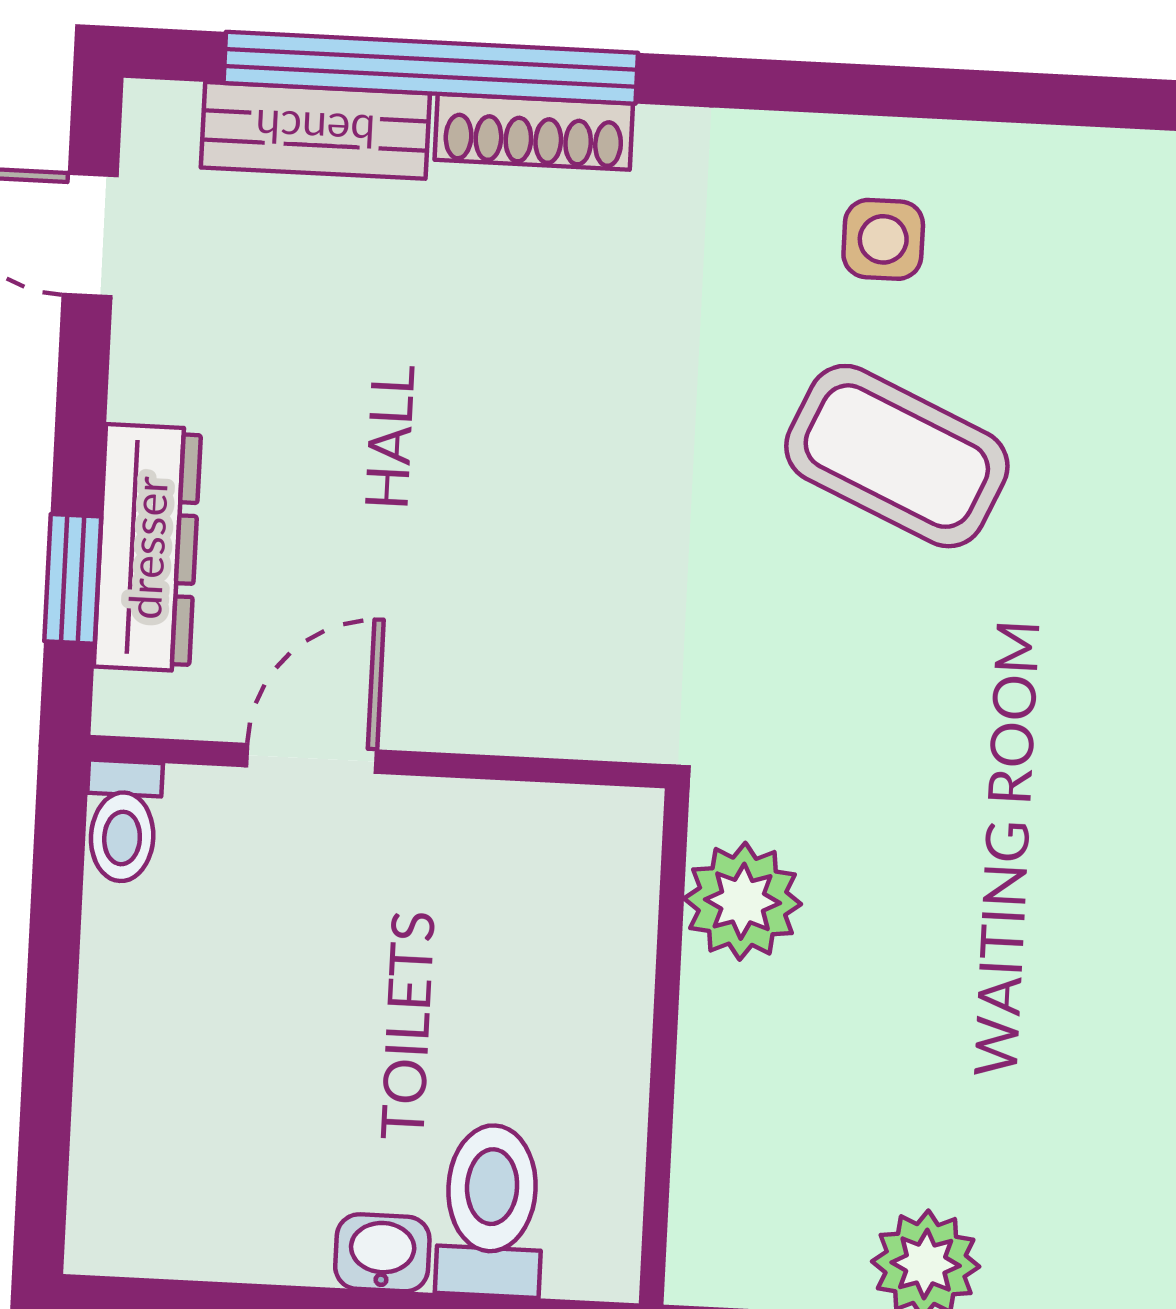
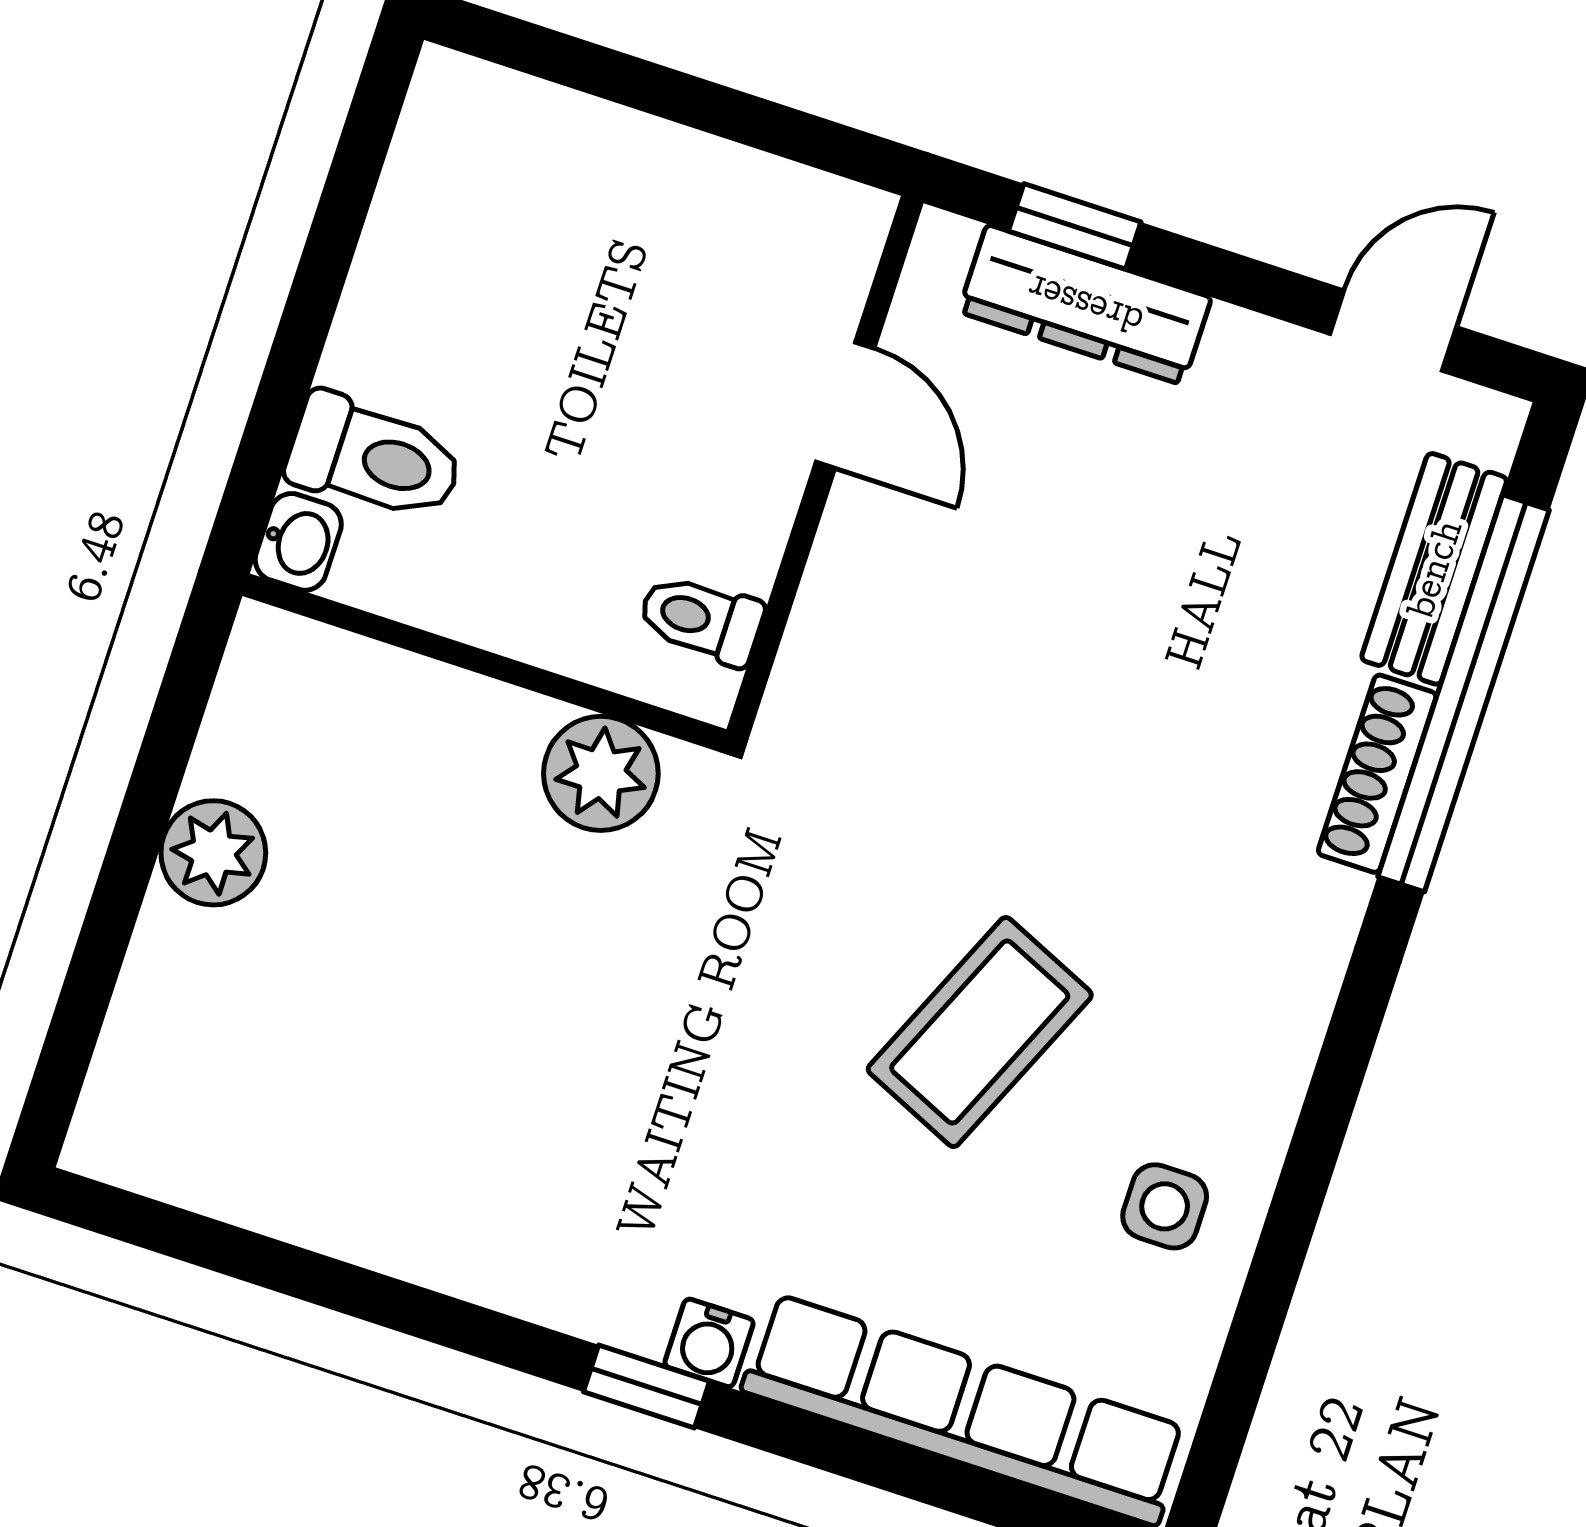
side table: (883, 239) -> (1165, 1206), moved
toilet: (123, 821) -> (701, 619), moved
washbasin: (382, 1253) -> (298, 542), moved

